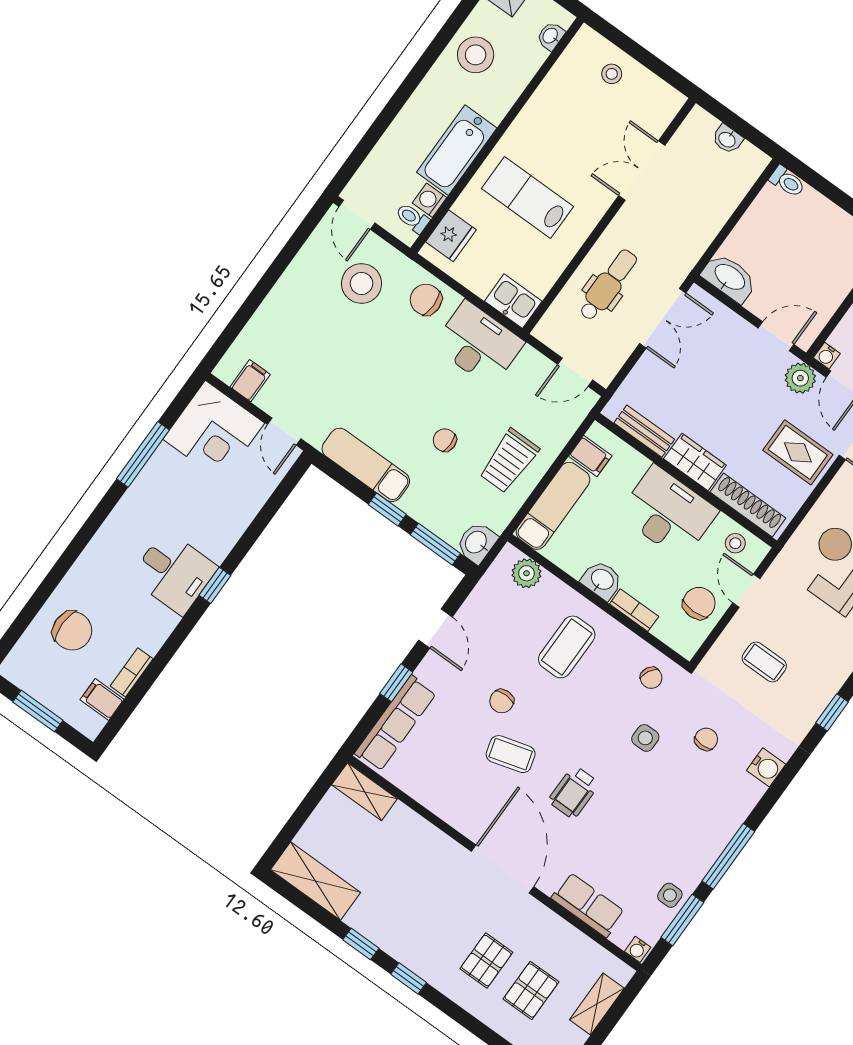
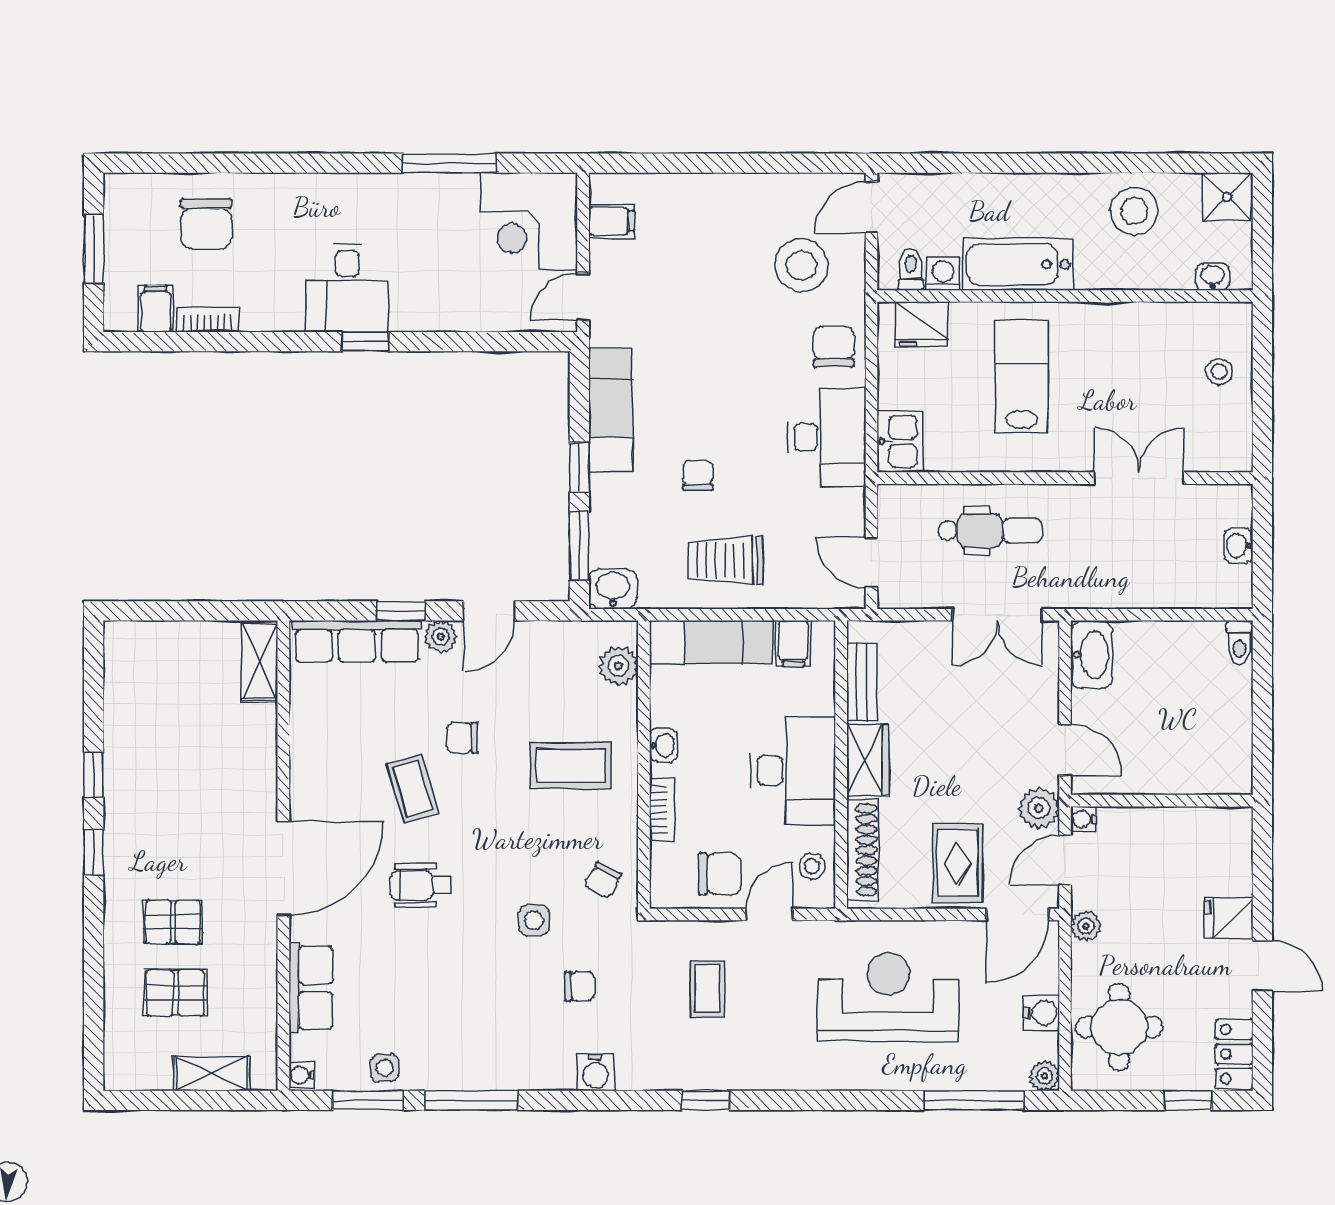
washbasin: (602, 580) -> (663, 745), width x0.72, depth x0.69
plant: (430, 670) -> (441, 637), added
shelving: (316, 881) -> (126, 678), removed

